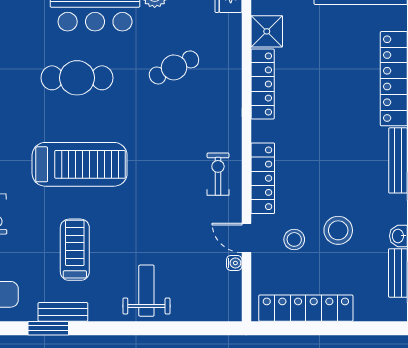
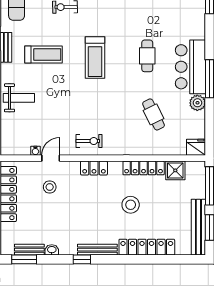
cafe table: (77, 78) -> (147, 56), width x0.73, depth x0.74
treadmill: (80, 164) -> (95, 57), width x0.73, depth x0.73
locker: (263, 178) -> (94, 168), width x0.66
stool: (338, 230) -> (131, 205), moved

